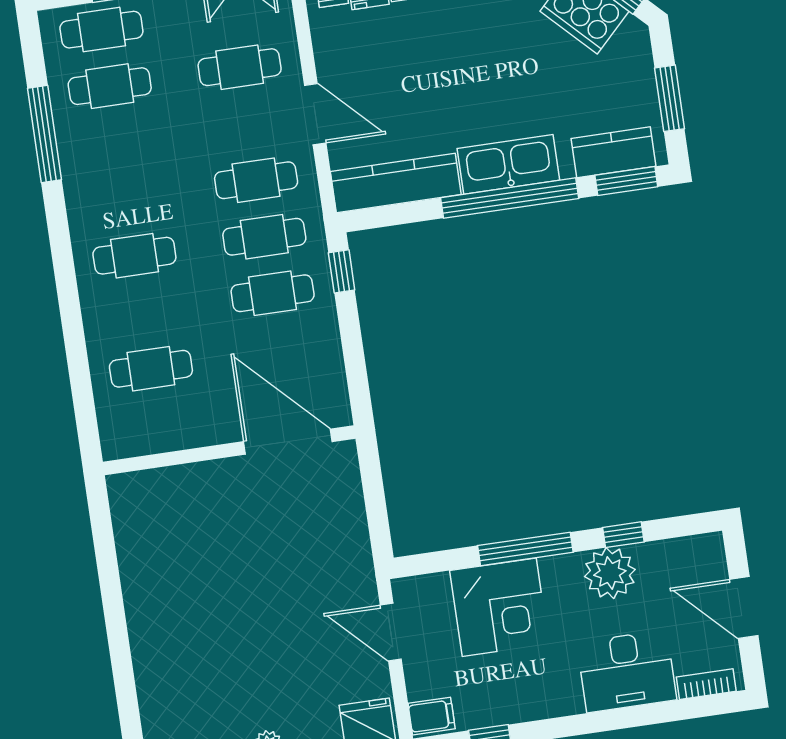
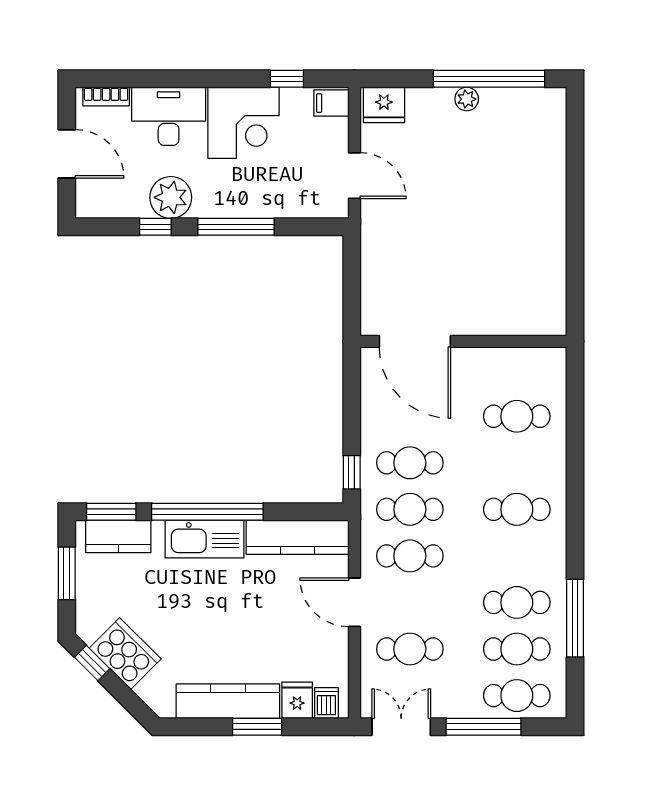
cafe table: (118, 143) -> (517, 602), added
corner desk: (499, 607) -> (243, 123), moved, turned 180

